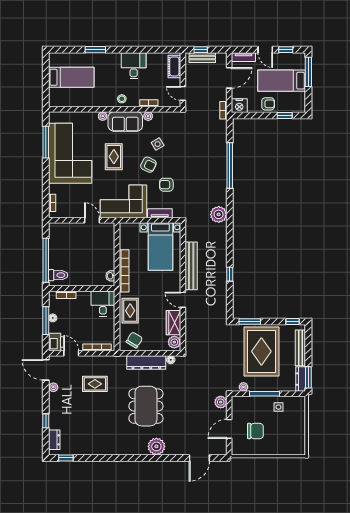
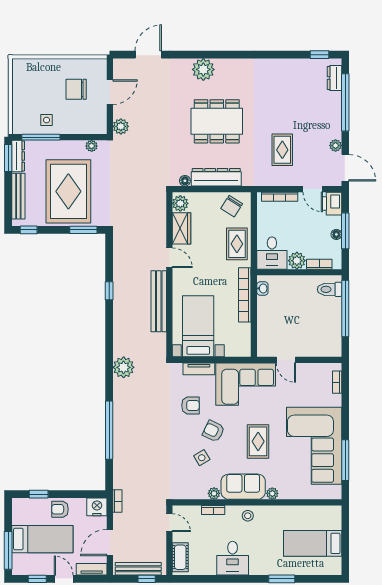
bench: (202, 58) -> (138, 569), width x1.36
plant: (84, 298) -> (297, 261), added
rug: (95, 384) -> (282, 150), turned 90
window: (264, 394) -> (41, 137), moved
dining table: (146, 406) -> (217, 121), turned 90
window: (46, 421) -> (345, 102), width x3.17

